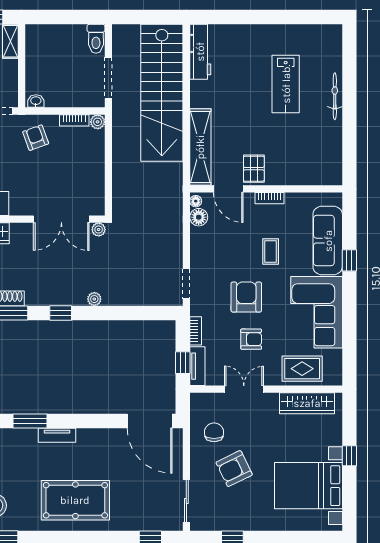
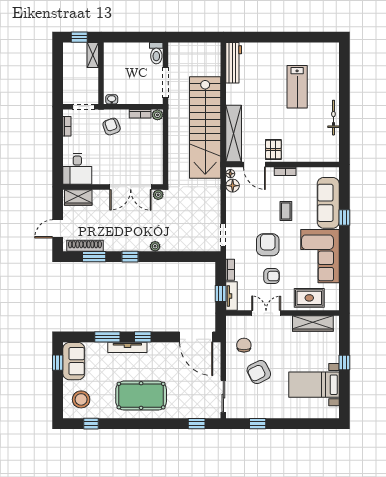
stairs: (162, 93) -> (205, 128), moved
bicycle: (335, 96) -> (333, 118), moved
window: (78, 421) -> (143, 337), added
tv unit: (57, 435) -> (127, 347), width x1.41
bed with nightstands: (308, 486) -> (314, 385), width x0.73

